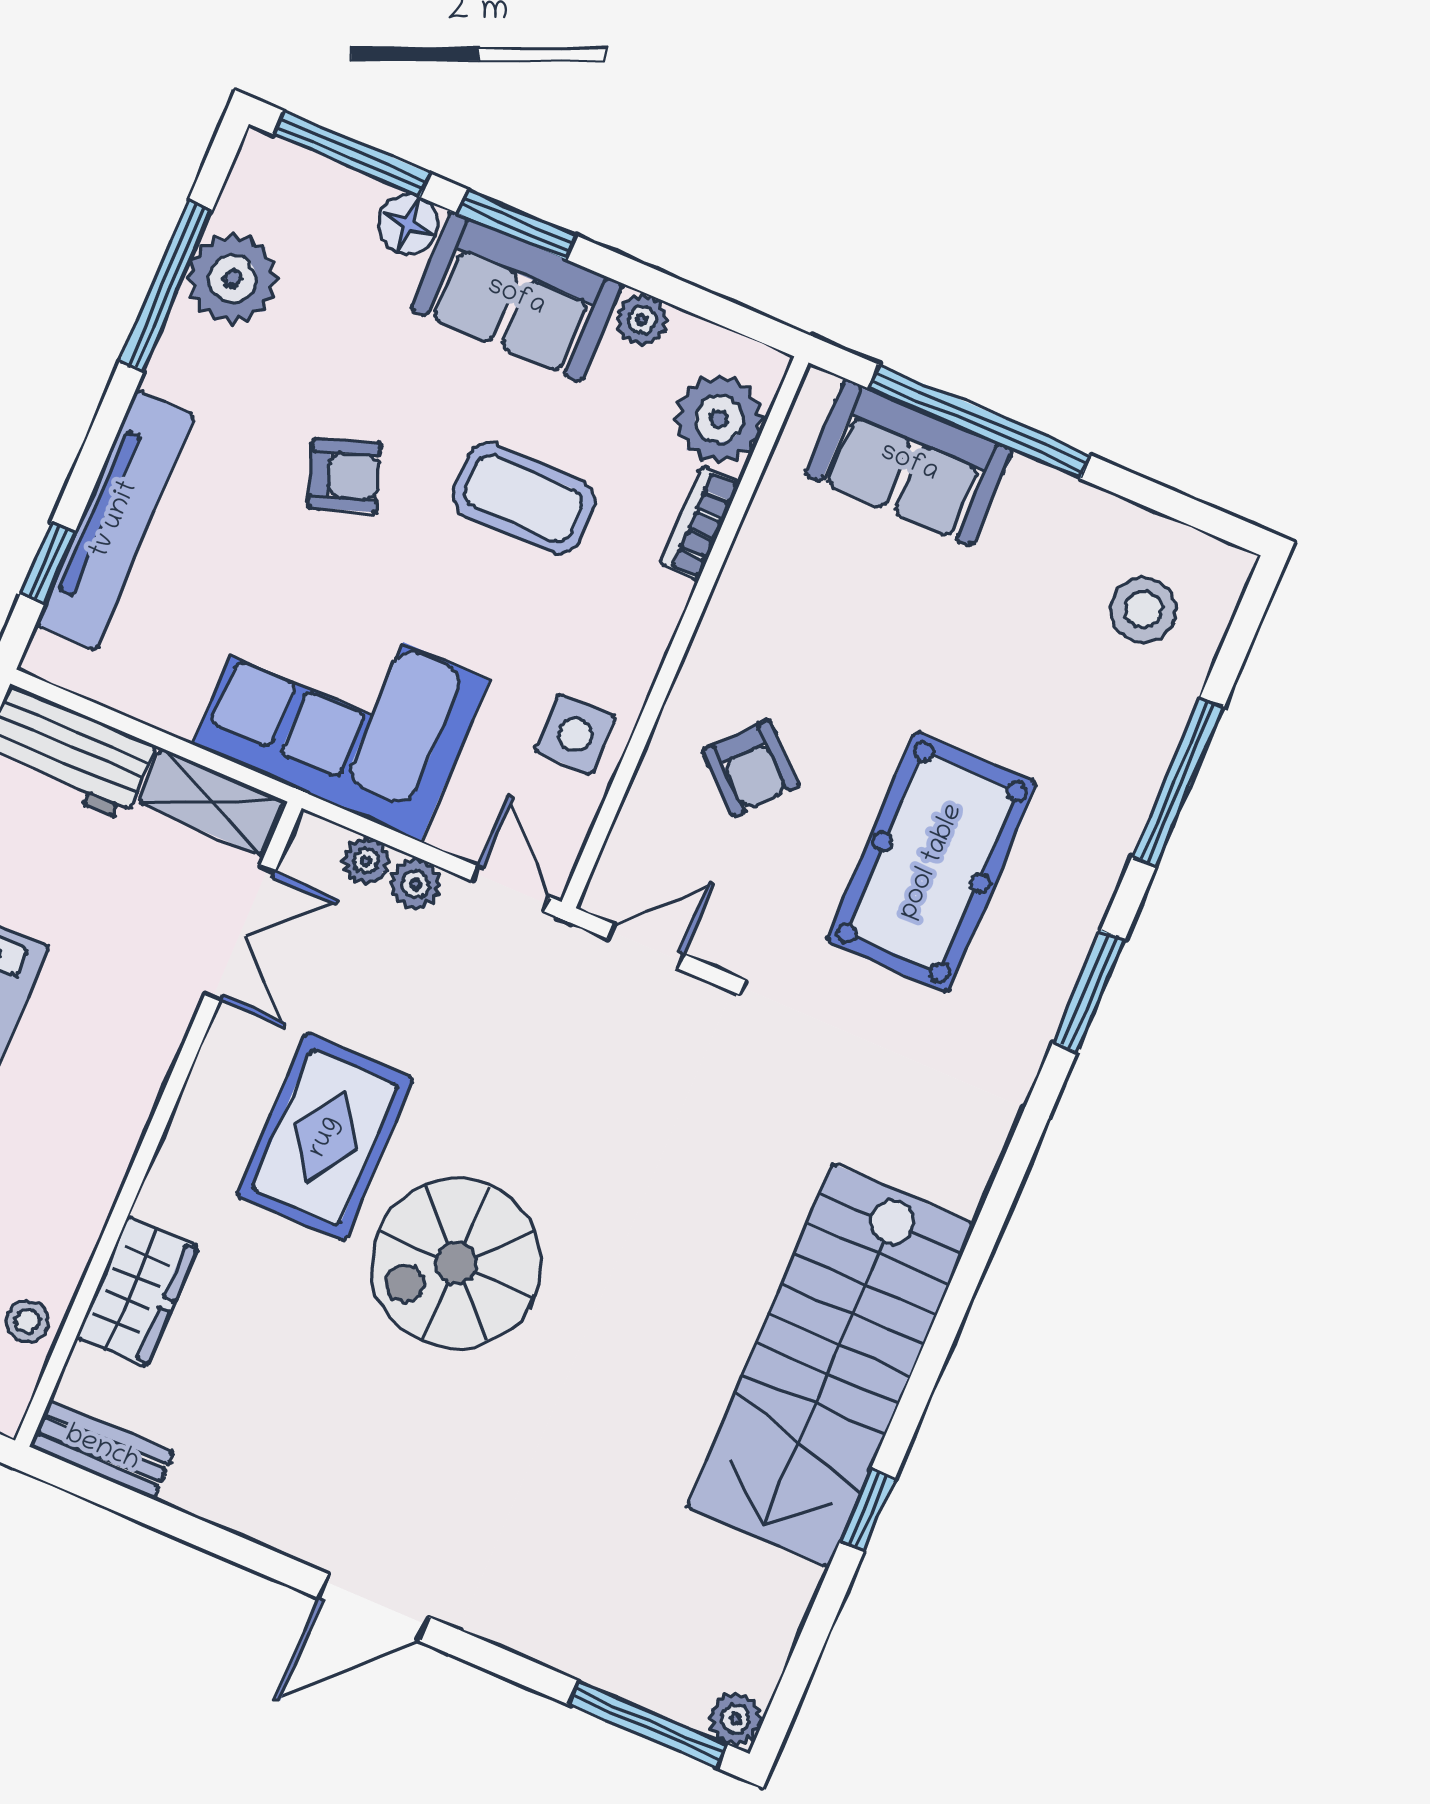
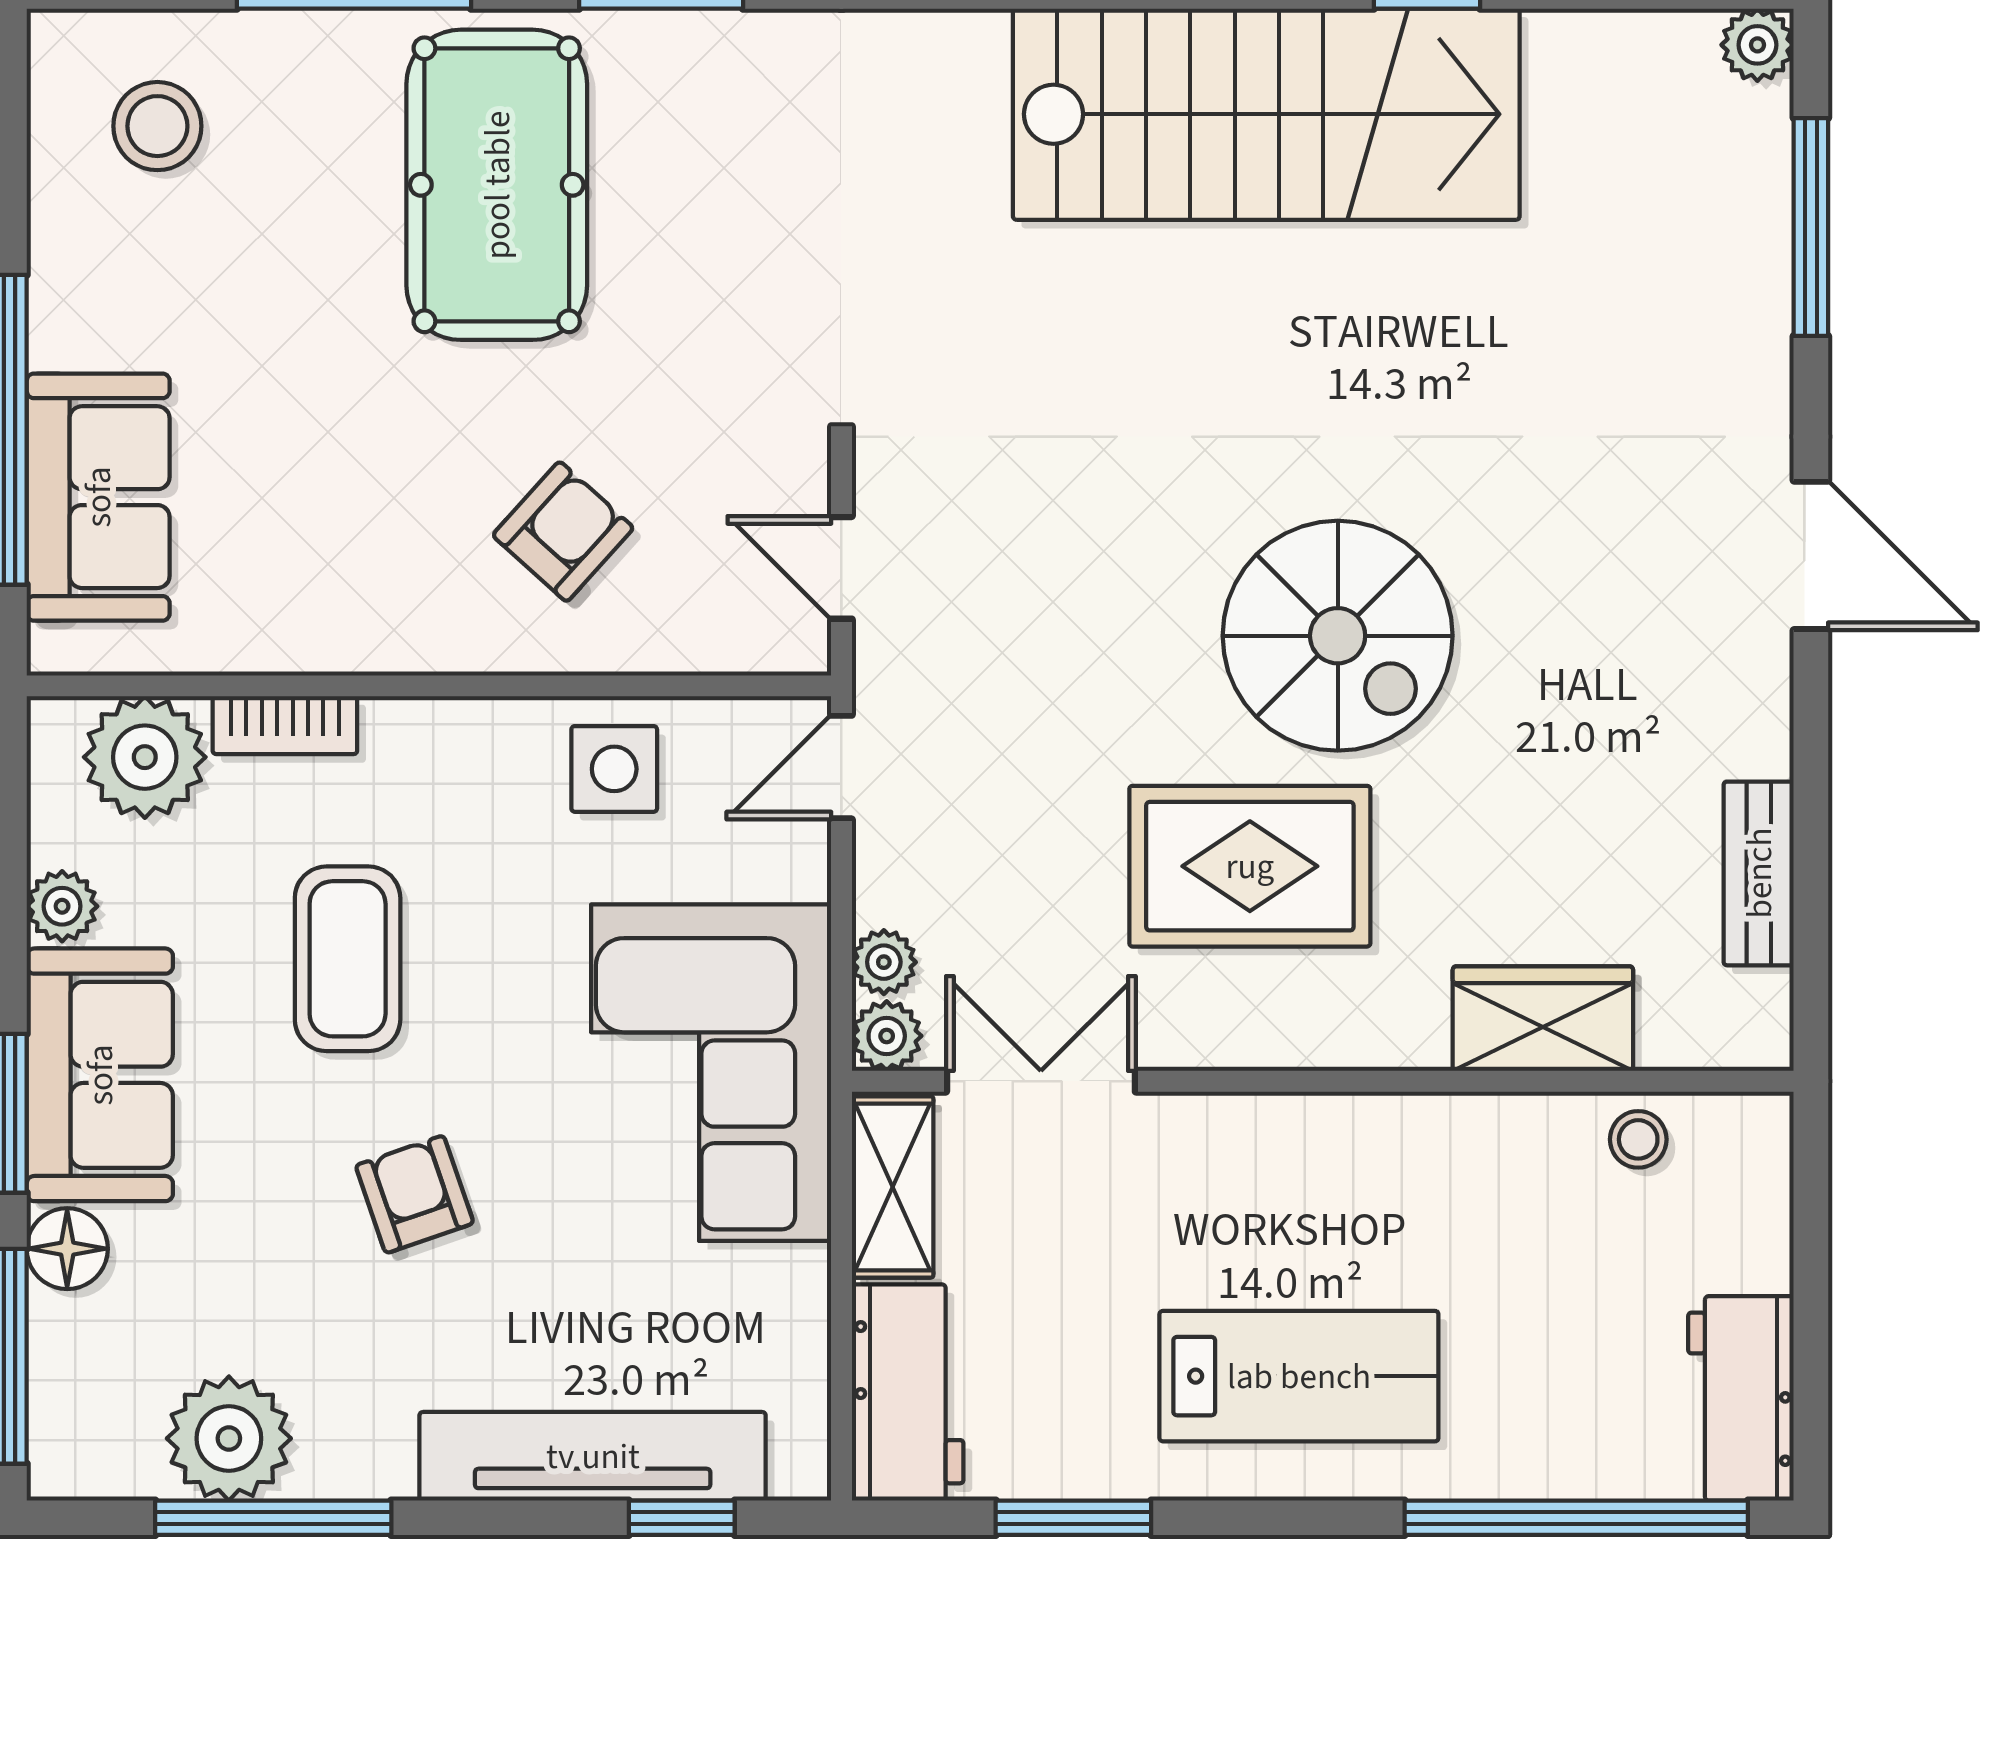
pool table: (932, 862) -> (497, 185), moved, turned 90
plant: (415, 884) -> (887, 1036), moved
bench: (102, 1449) -> (1759, 873), moved
window: (648, 1725) -> (1811, 227), moved

